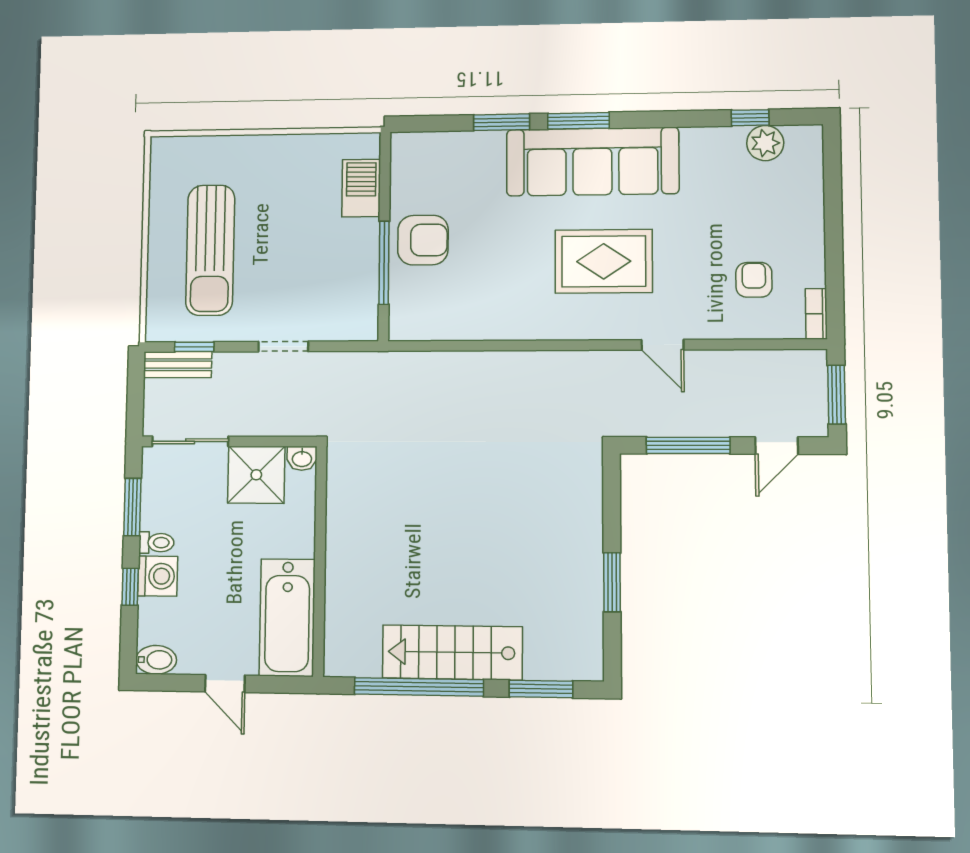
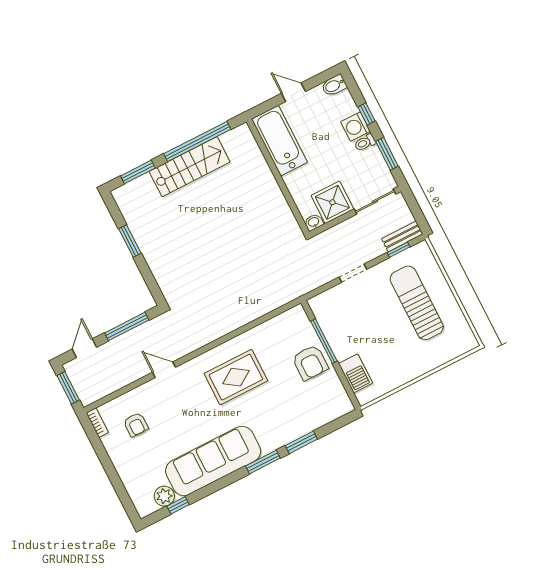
sofa: (592, 162) -> (213, 461), moved
armchair: (423, 240) -> (310, 362), turned -90
rug: (604, 261) -> (236, 377), moved

